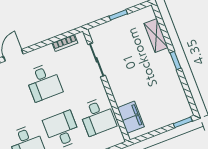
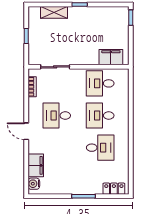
desk: (44, 82) -> (57, 116), turned 180
desk: (97, 116) -> (100, 83), turned 180

